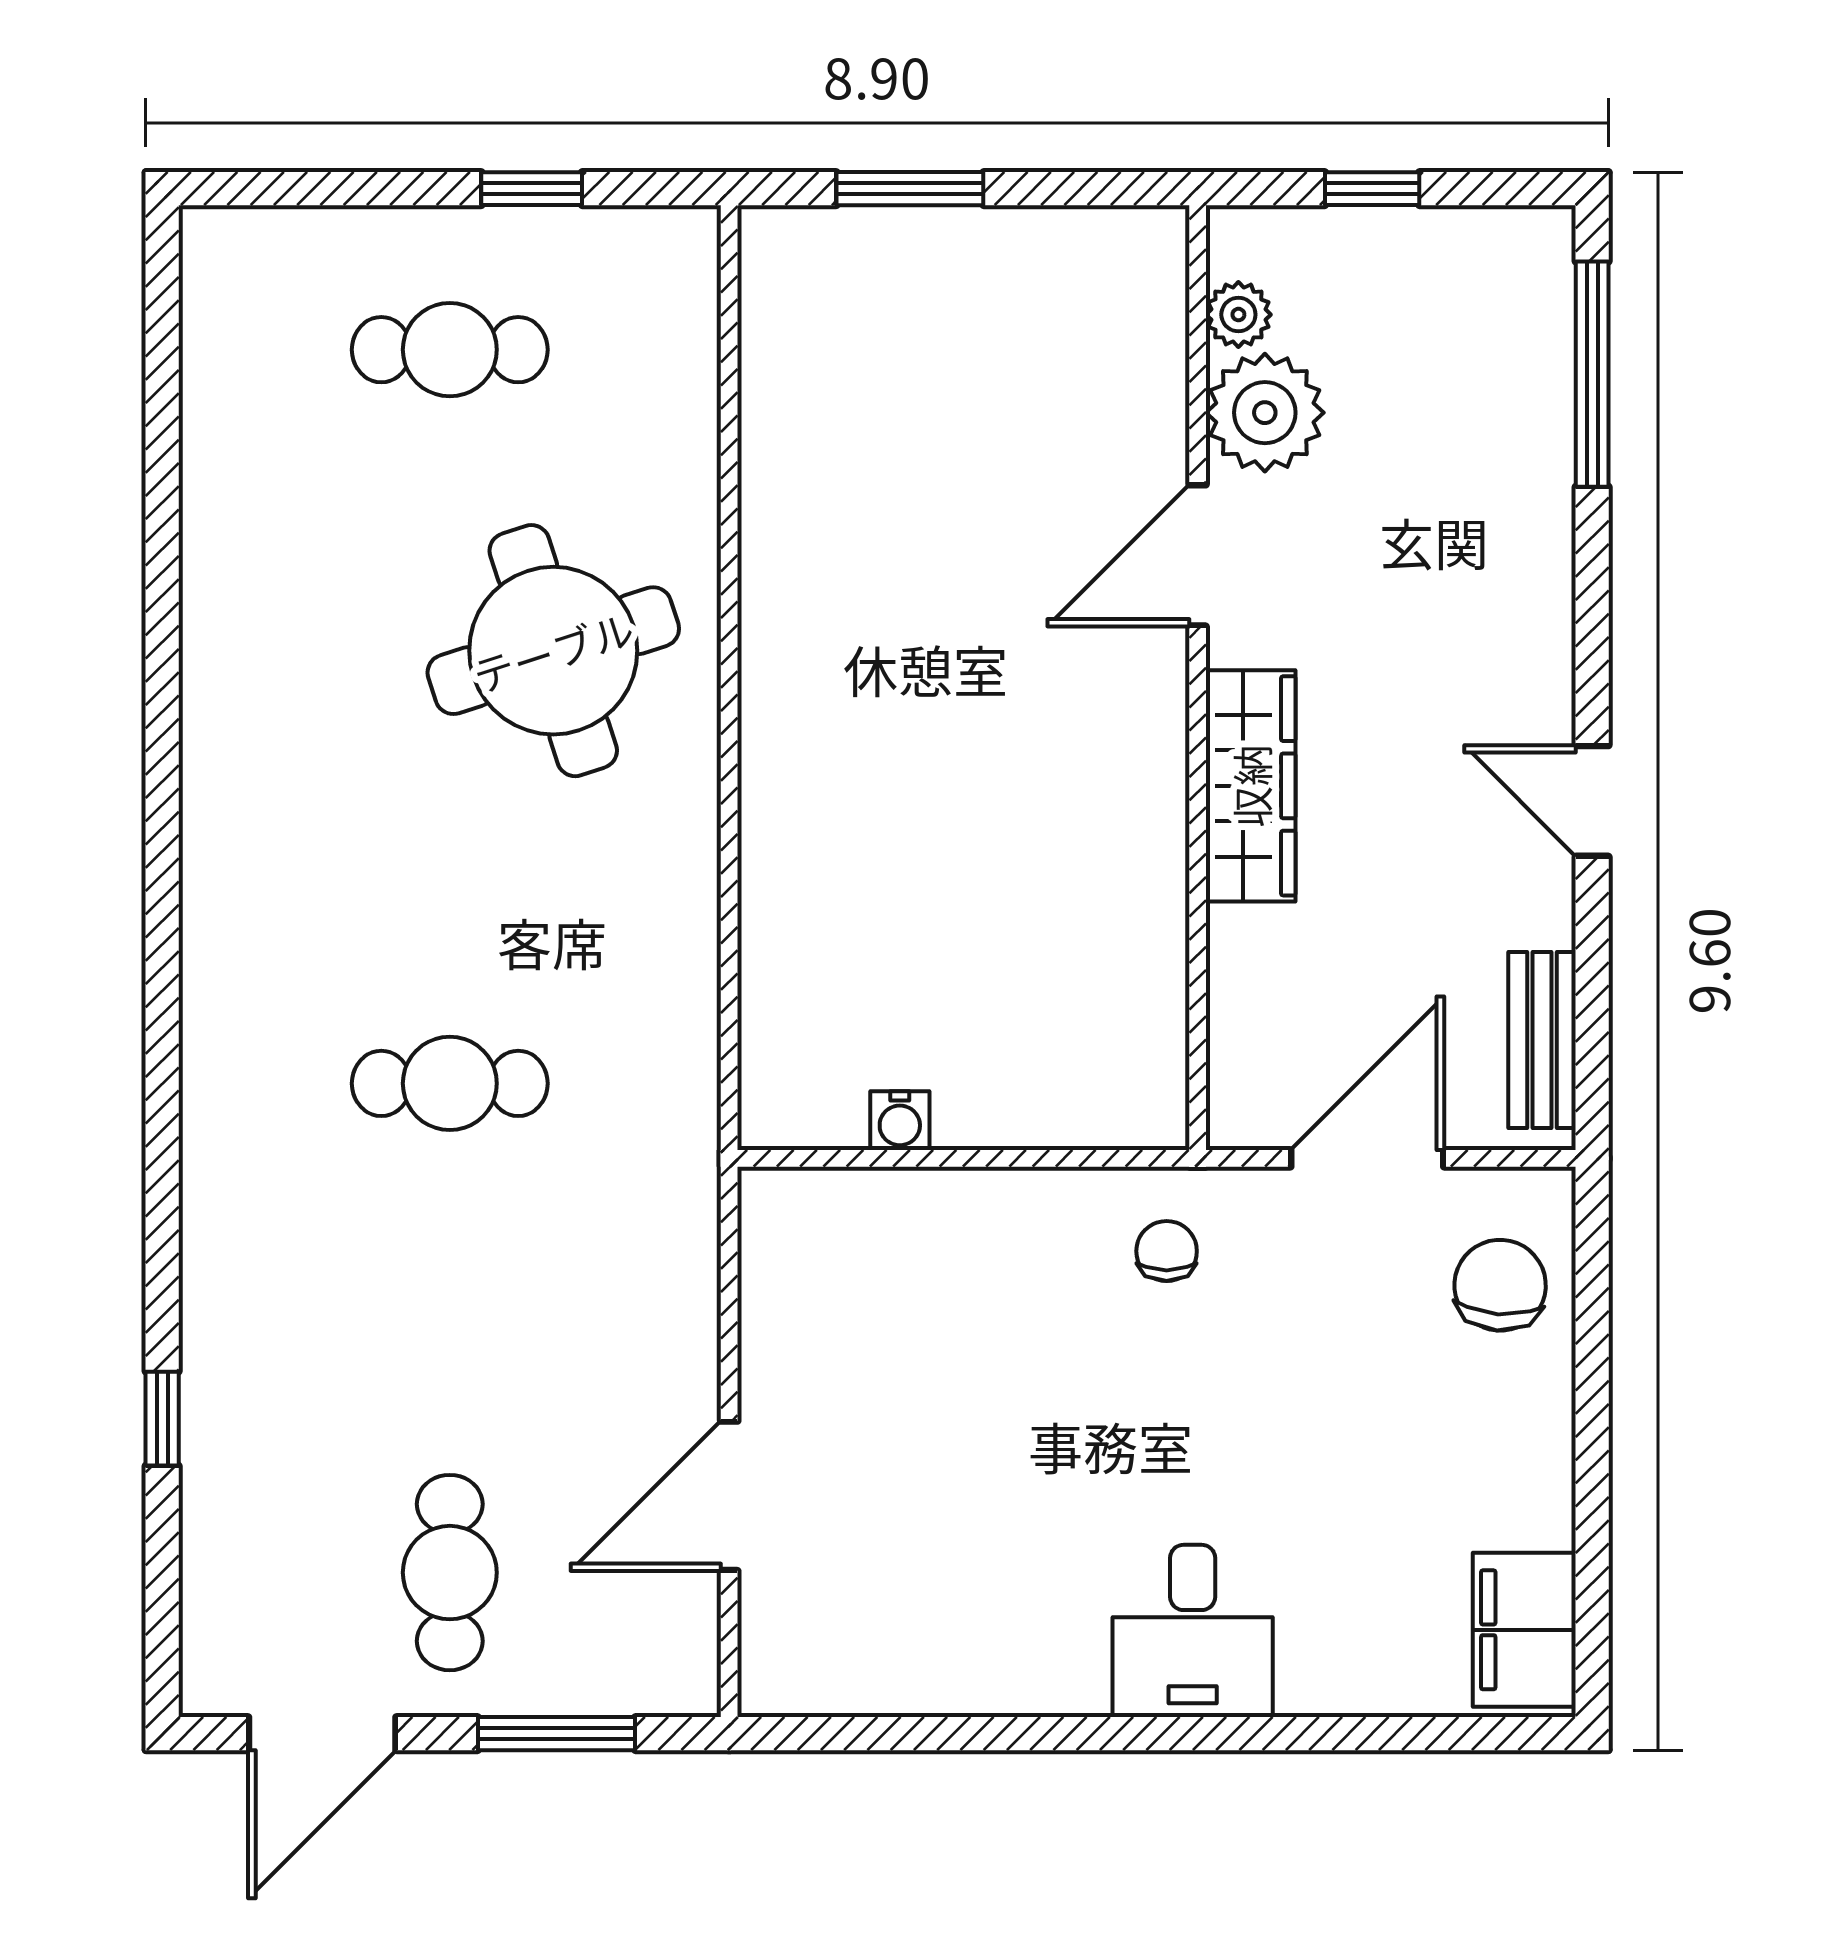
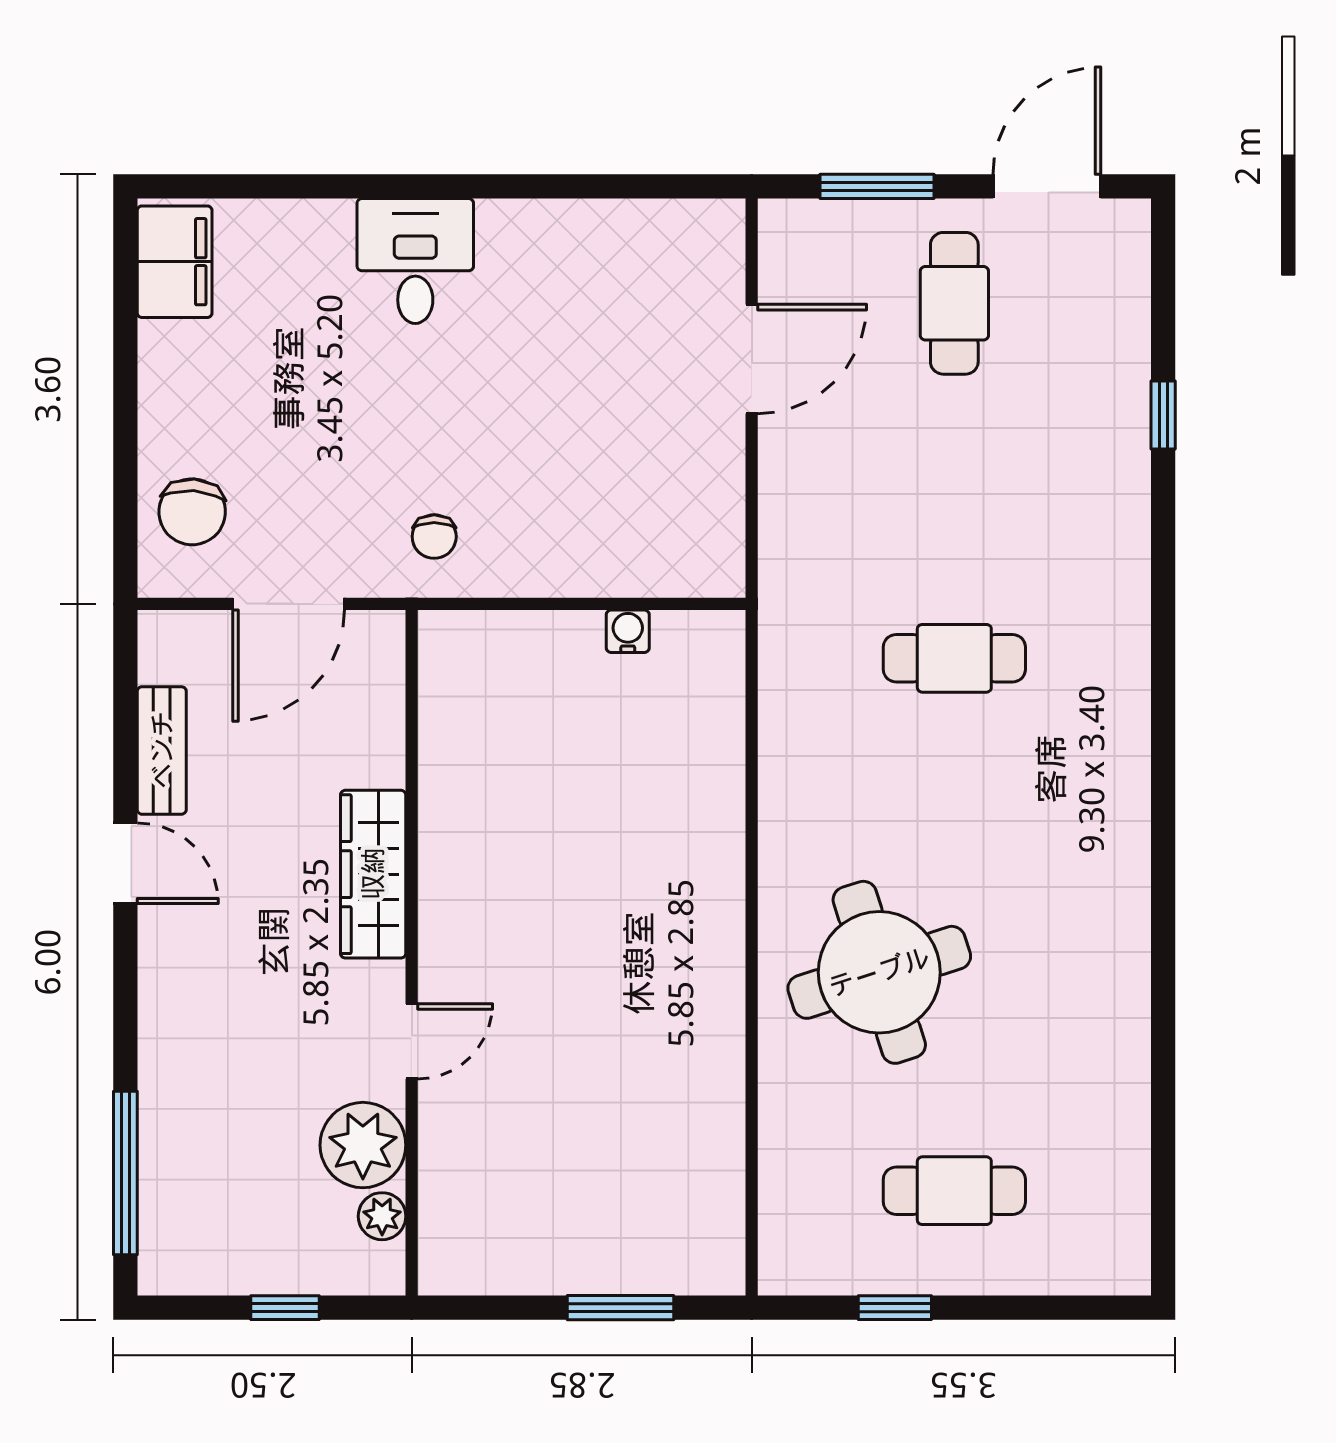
door: (1198, 555) -> (412, 1041), width x0.73
bench: (1542, 1040) -> (162, 750), moved

